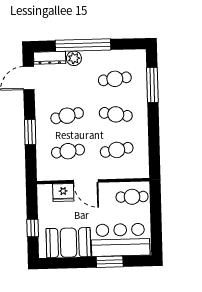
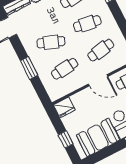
cafe table: (67, 116) -> (51, 42), turned 33
door: (86, 181) -> (98, 80), moved
fridge: (63, 192) -> (64, 107), moved

